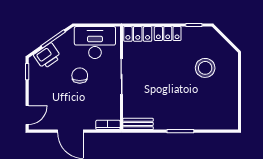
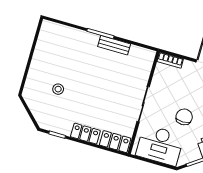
stool: (205, 68) -> (58, 89), width x0.53, depth x0.53
chair: (80, 76) -> (184, 117), turned 180
bench: (138, 124) -> (114, 45), moved

